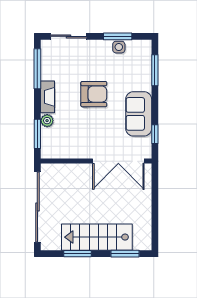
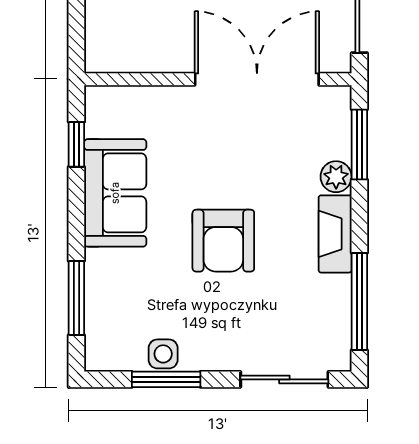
armchair: (94, 94) -> (223, 241), turned -90
double door: (118, 161) -> (257, 79), moved

